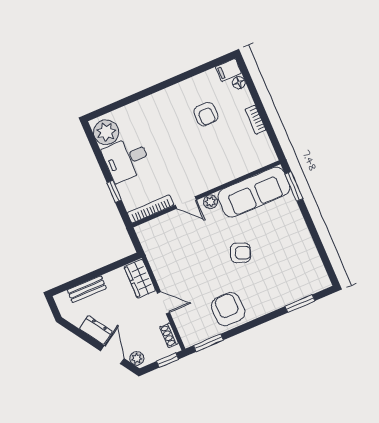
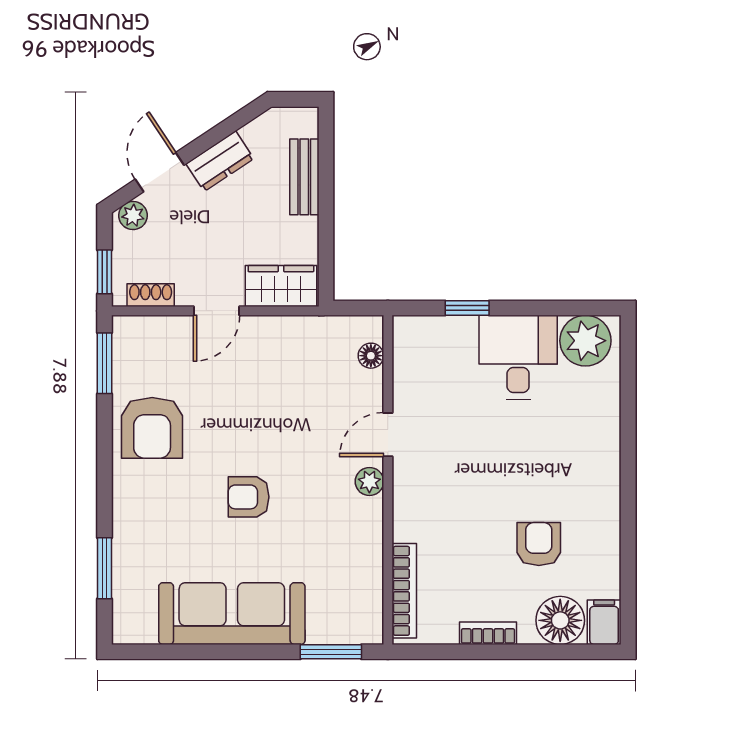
floor lamp: (239, 83) -> (560, 620), width x1.89, depth x1.89
armchair: (206, 114) -> (539, 544), turned 90
sofa: (254, 192) -> (232, 614), moved, turned 90
bookcase: (151, 209) -> (404, 591), moved
floor lamp: (154, 225) -> (371, 356), added
armchair: (240, 253) -> (249, 497), turned 69
armchair: (228, 309) -> (152, 428), turned 90
door: (112, 355) -> (160, 172), swing flipped

